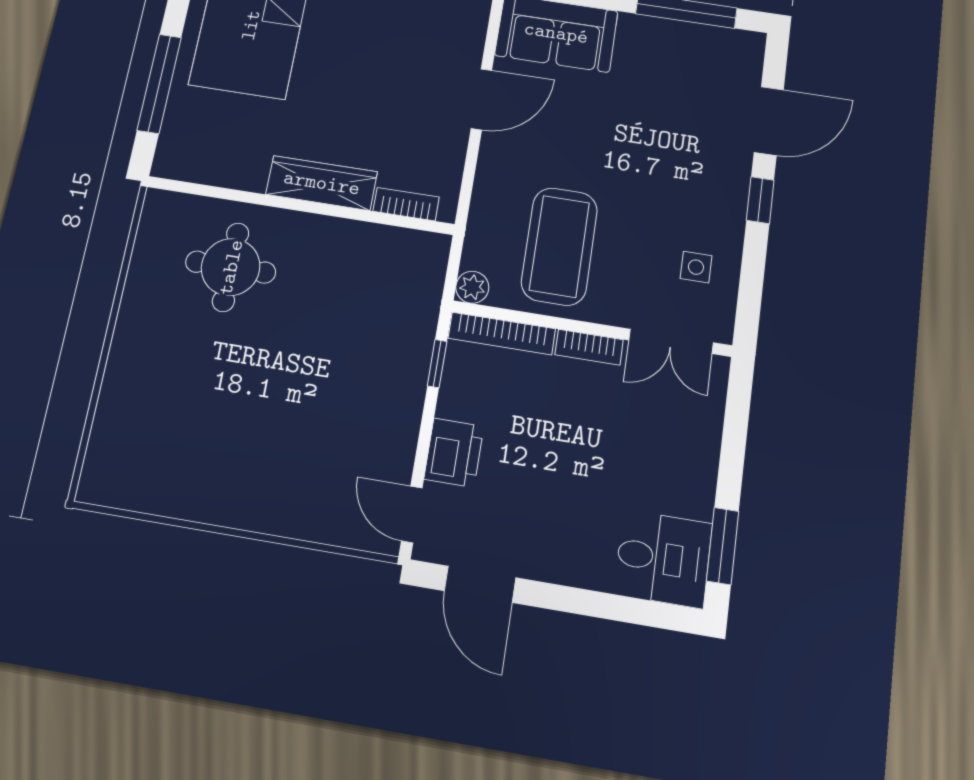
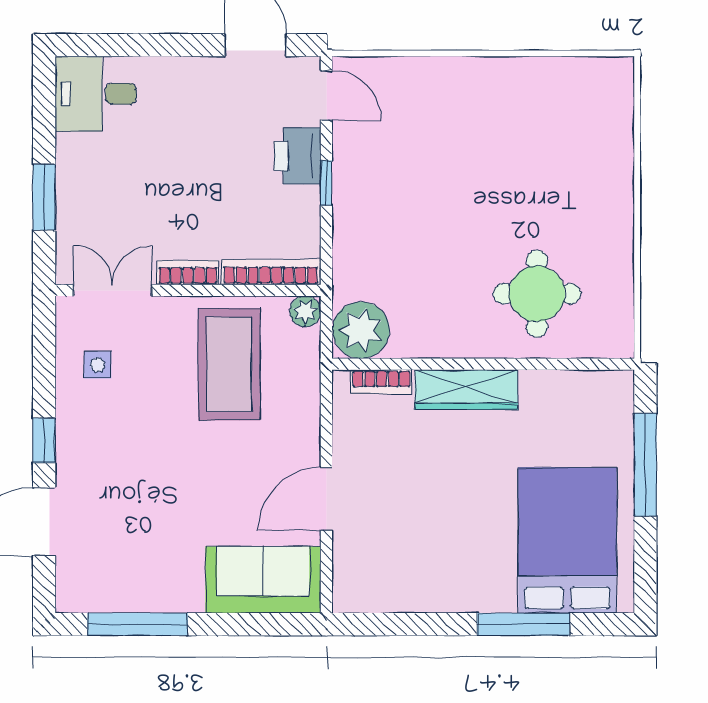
plant: (418, 259) -> (361, 330), added
window: (437, 364) -> (326, 183), moved
window: (723, 546) -> (44, 197), moved

